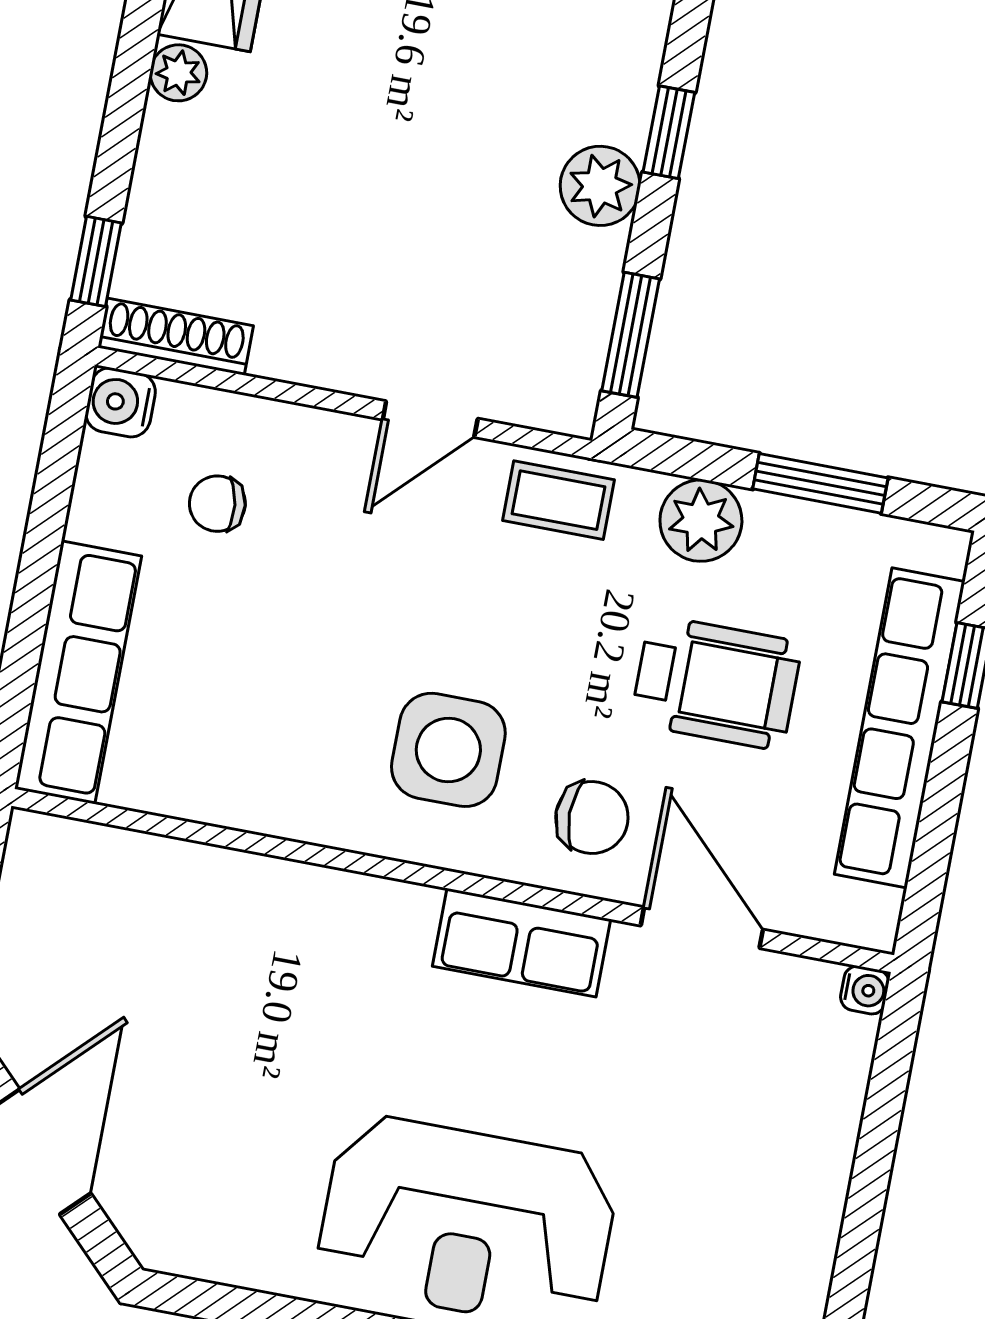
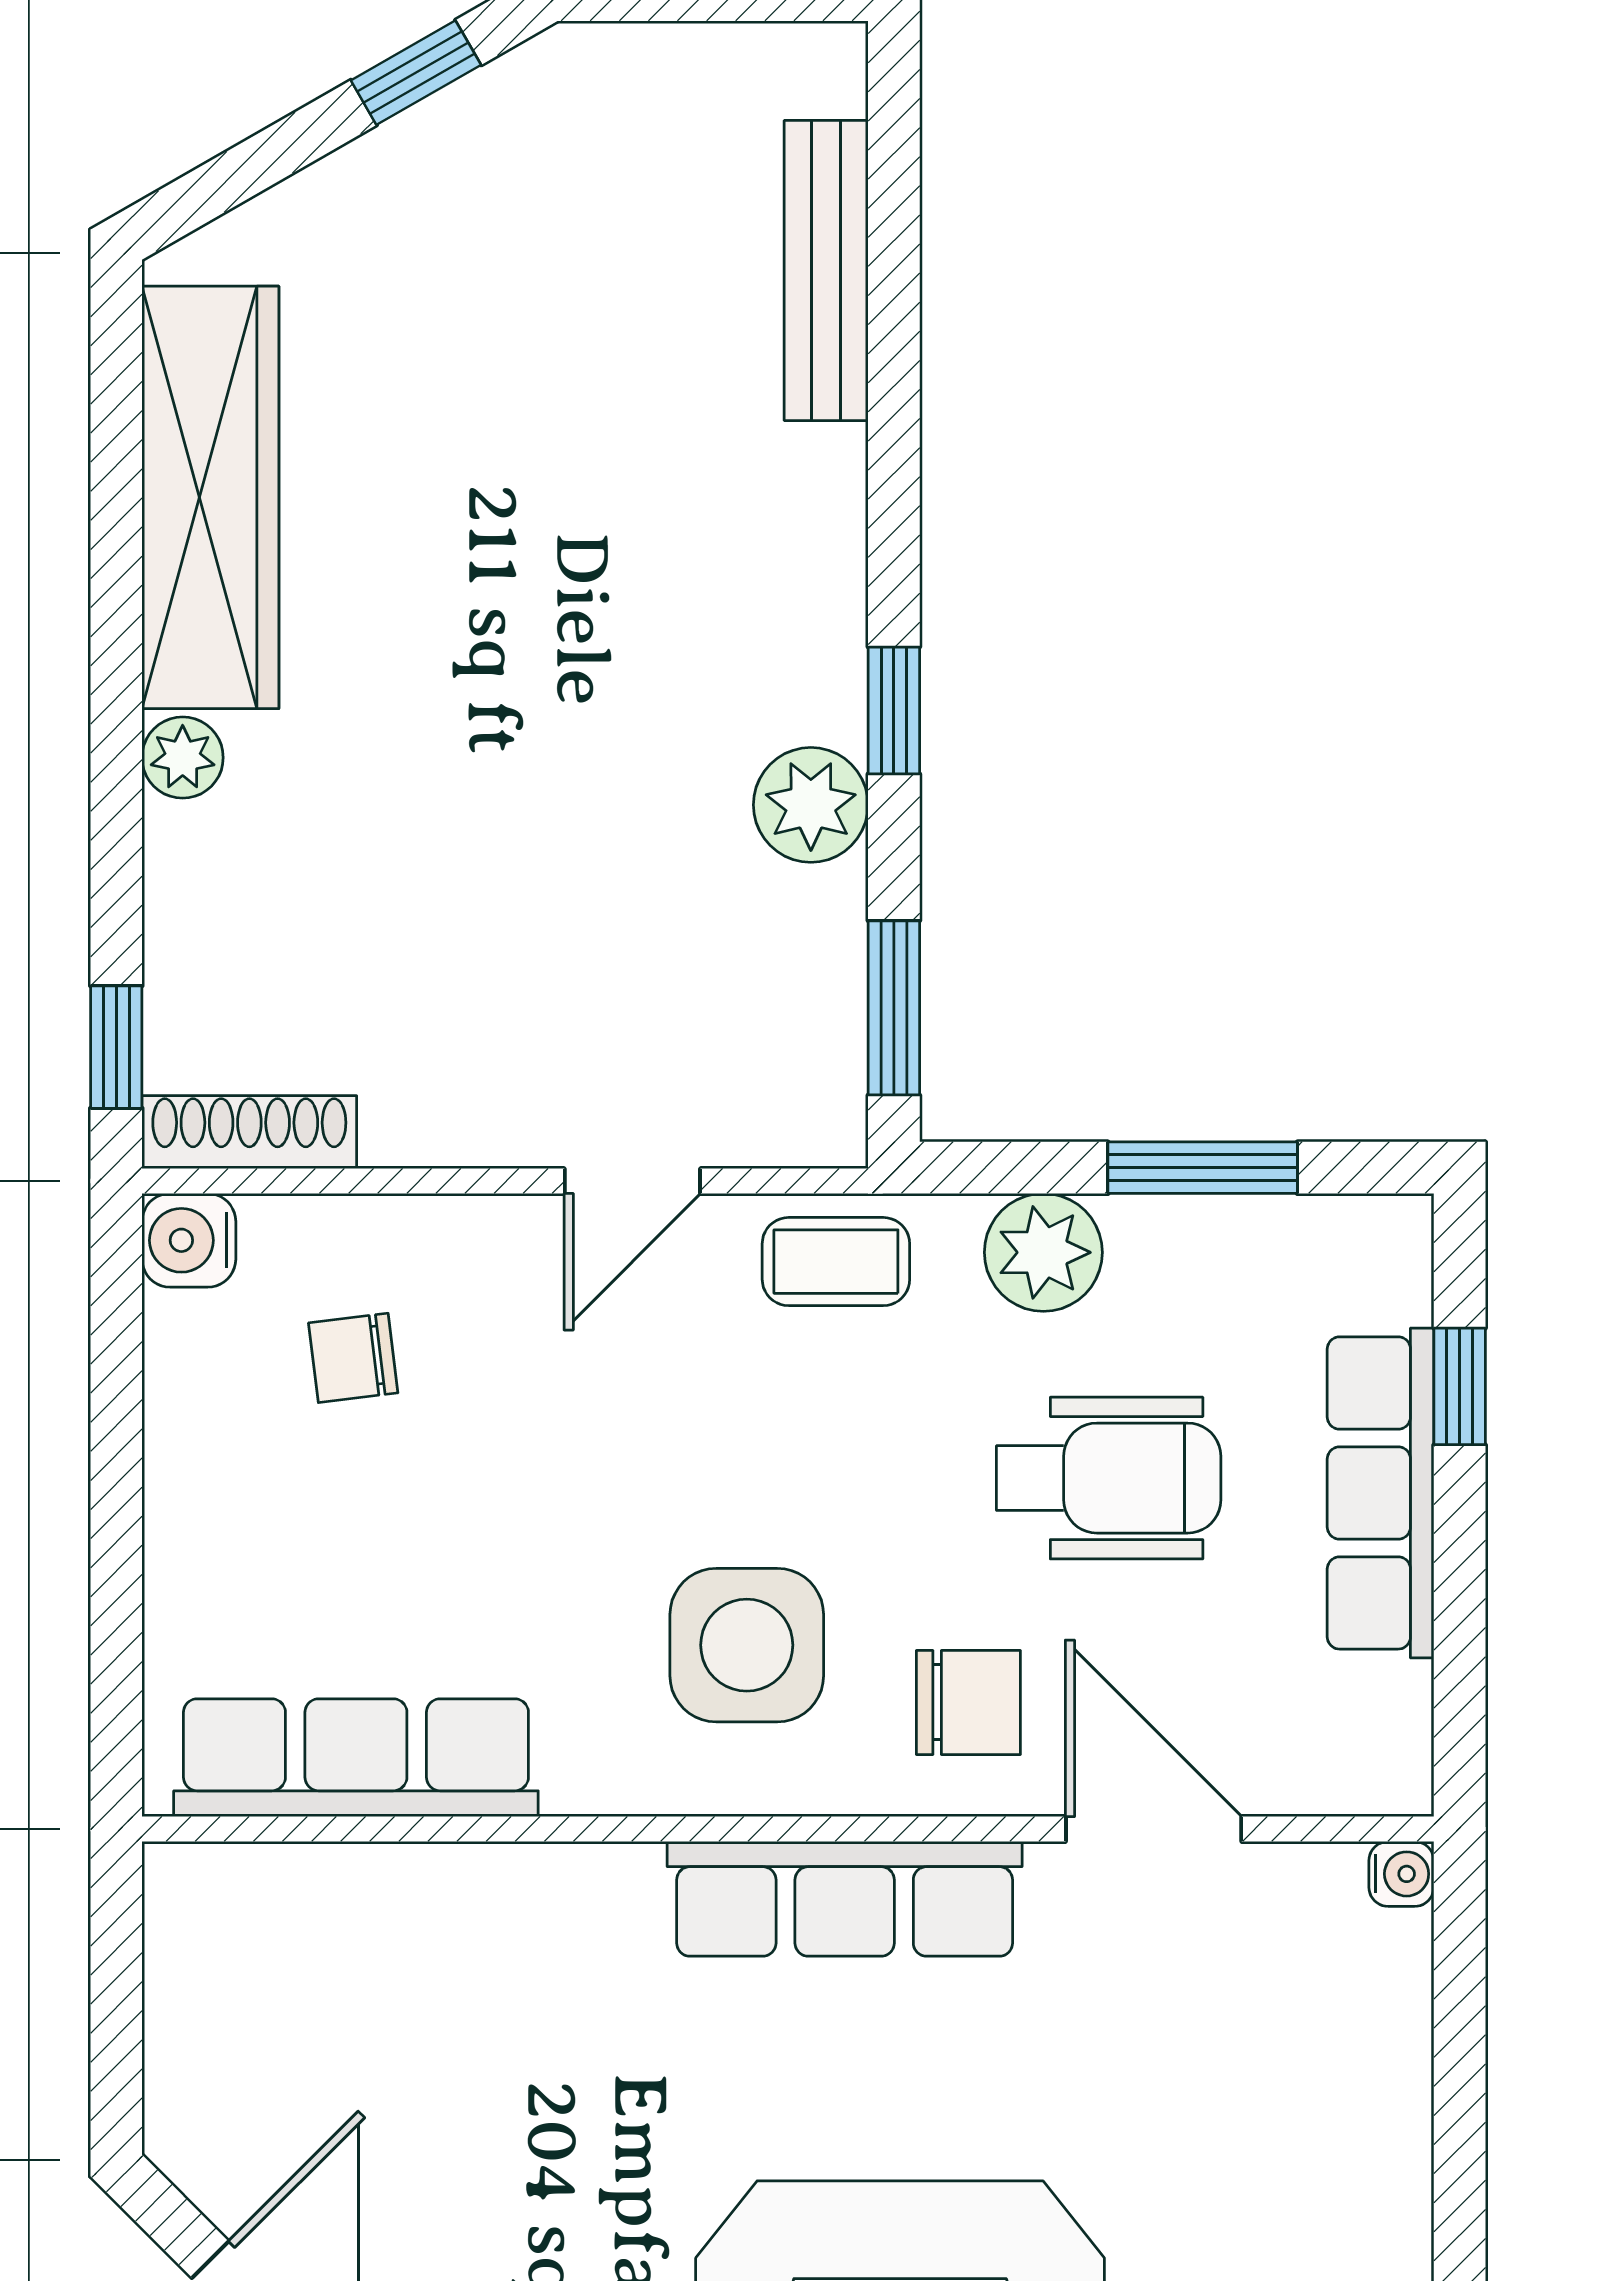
row of seats: (78, 672) -> (356, 1758), moved, turned -90
row of seats: (900, 728) -> (1381, 1493), width x0.73
row of seats: (521, 943) -> (845, 1899), width x1.48

